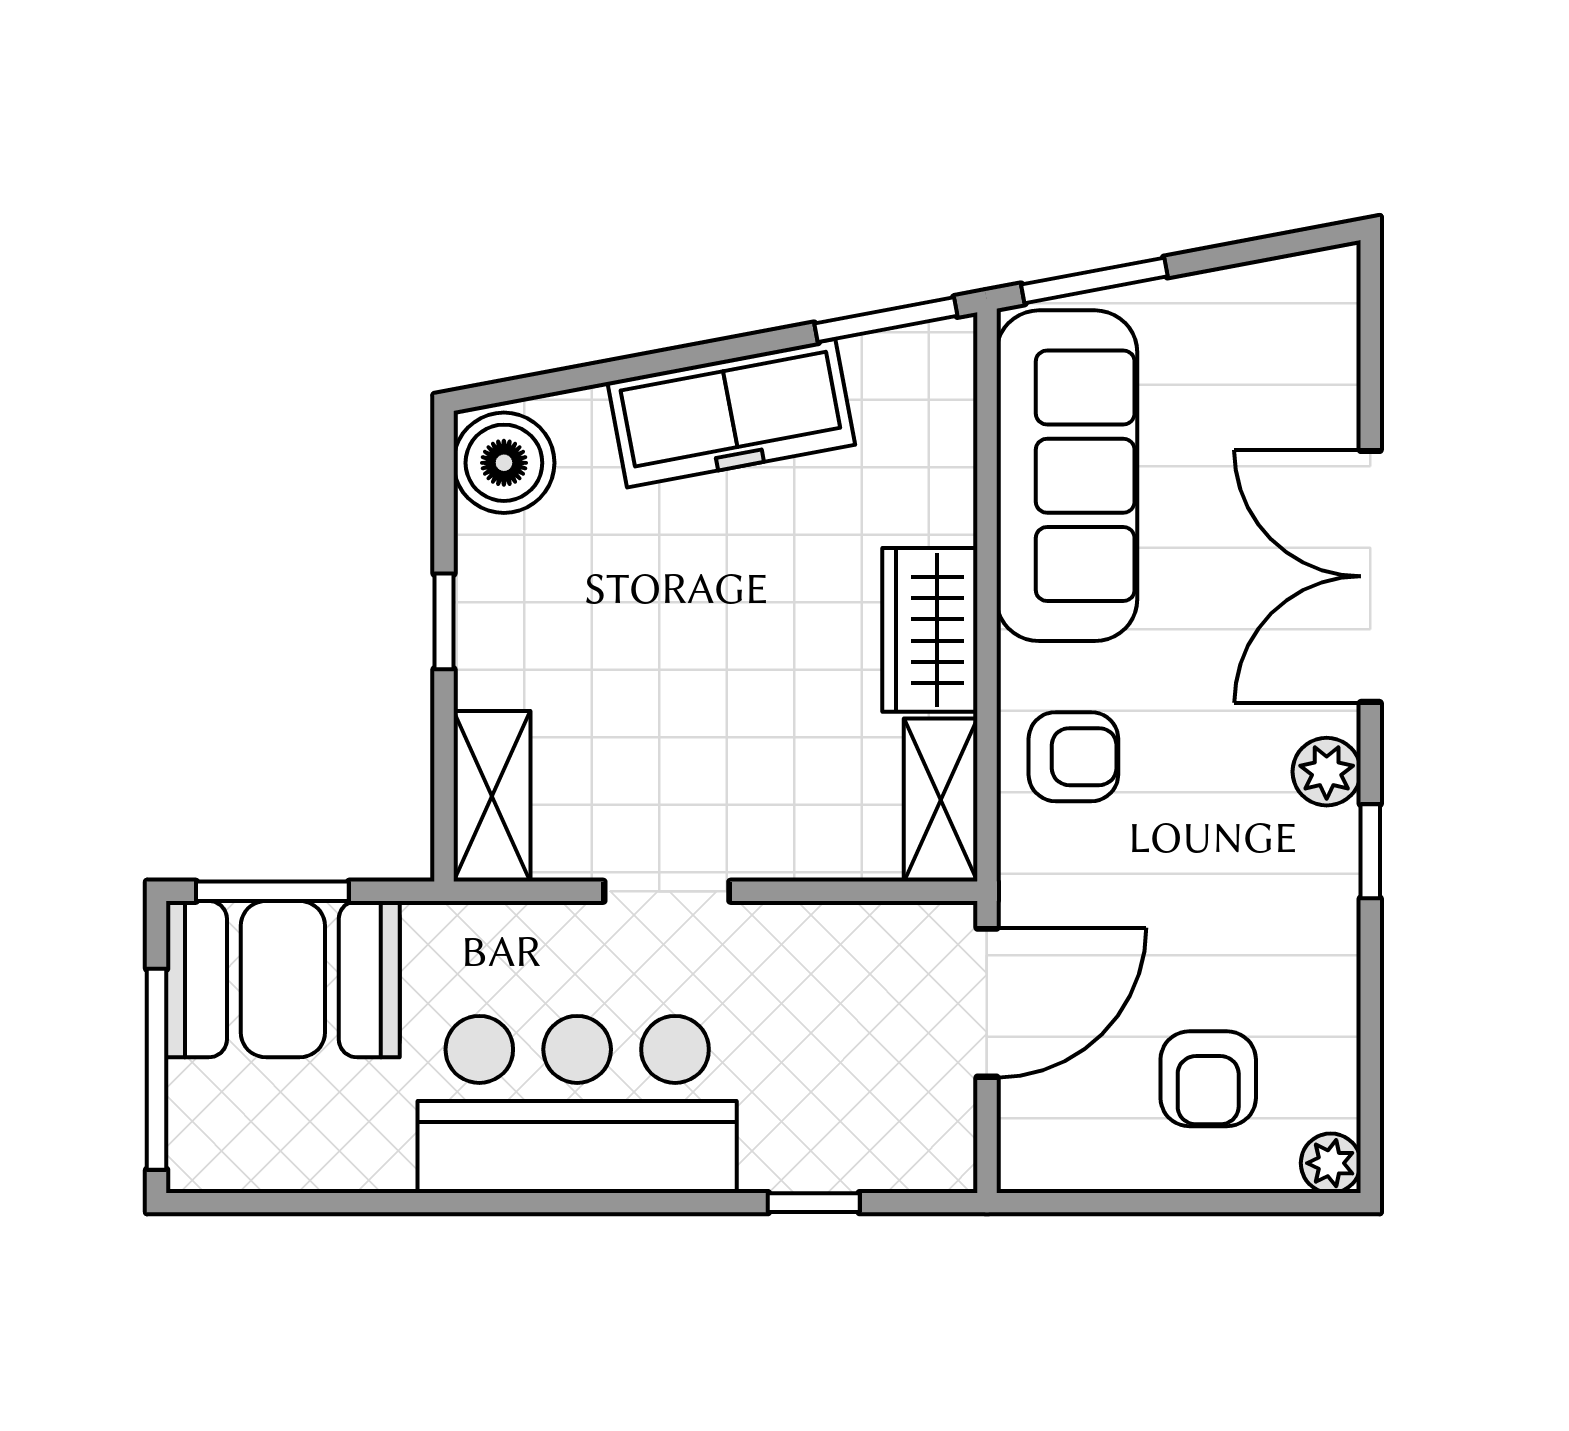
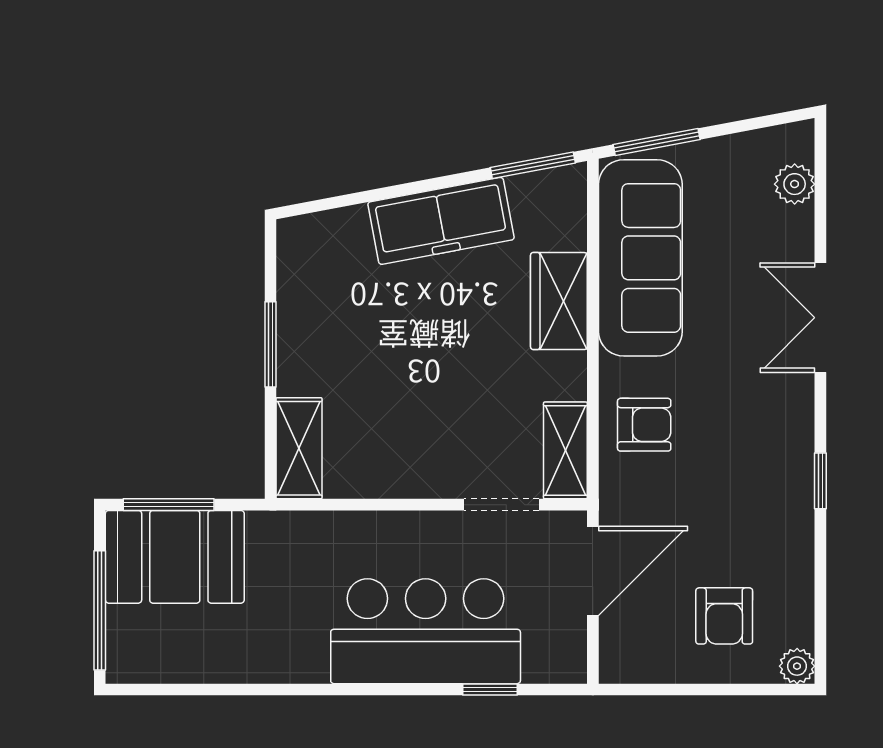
boiler: (504, 463) -> (306, 250), removed
double door: (1370, 576) -> (820, 318), width x0.73
window: (444, 621) -> (270, 344), width x1.50
wardrobe: (930, 630) -> (559, 301), moved
plant: (1327, 772) -> (795, 184), moved
doorway: (667, 891) -> (501, 505), moved
bar counter: (577, 1104) -> (426, 631), moved

